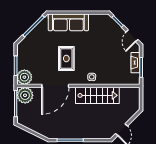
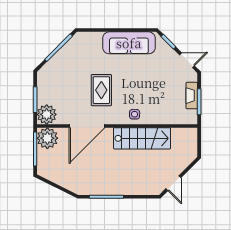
sofa: (68, 22) -> (129, 43), moved
door: (132, 36) -> (187, 60), swing flipped

